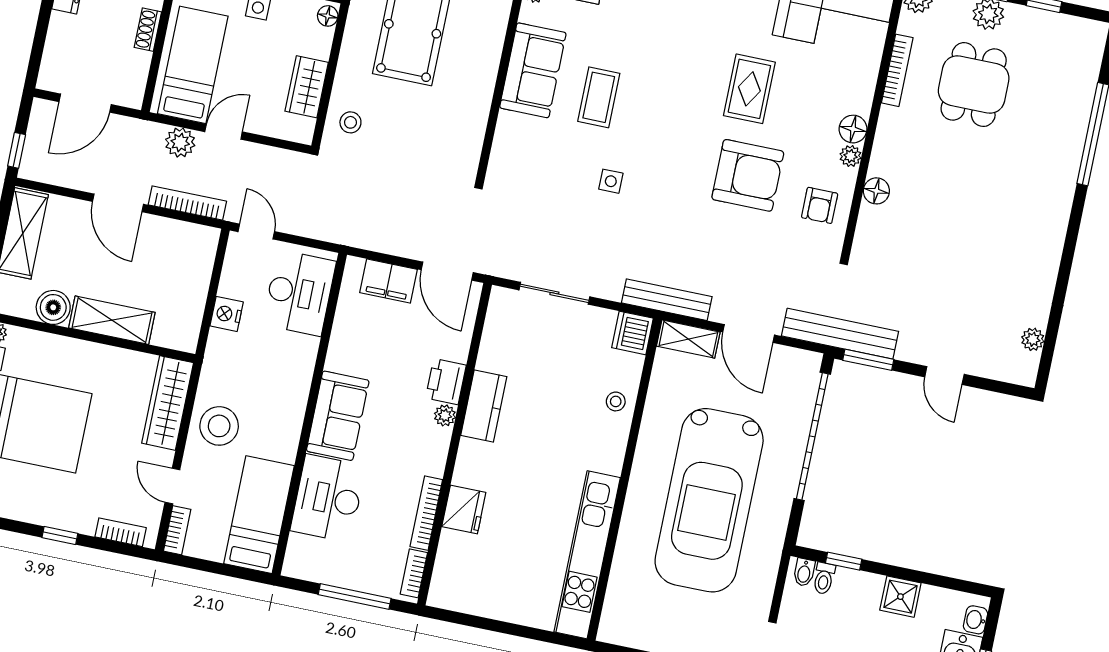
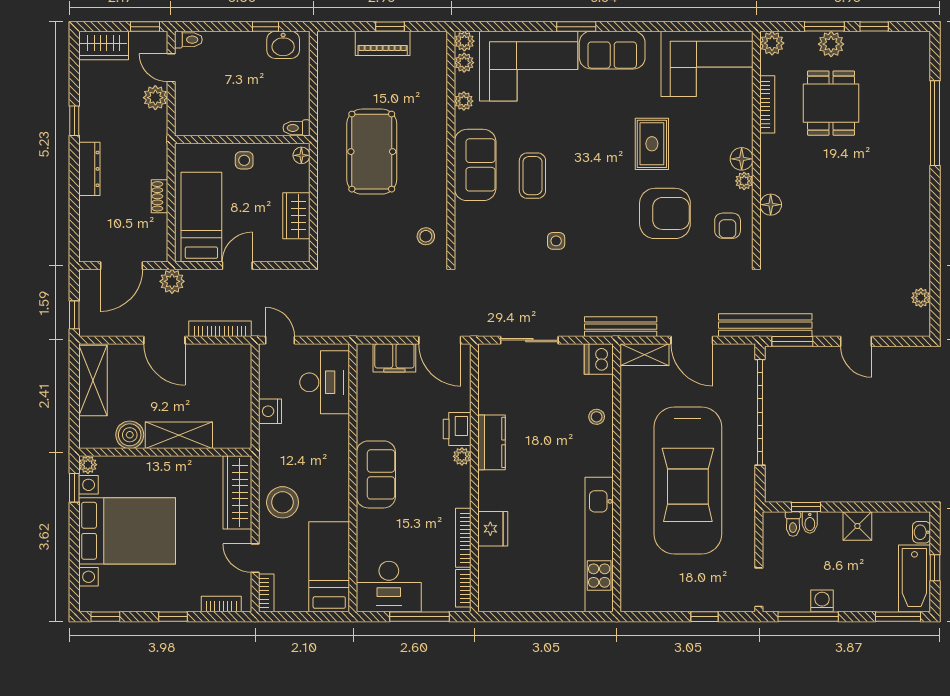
stool: (350, 122) -> (426, 236), moved
plant: (180, 142) -> (172, 281), moved
desk: (328, 498) -> (389, 587), moved, turned -90
bidet: (804, 572) -> (810, 523), moved

